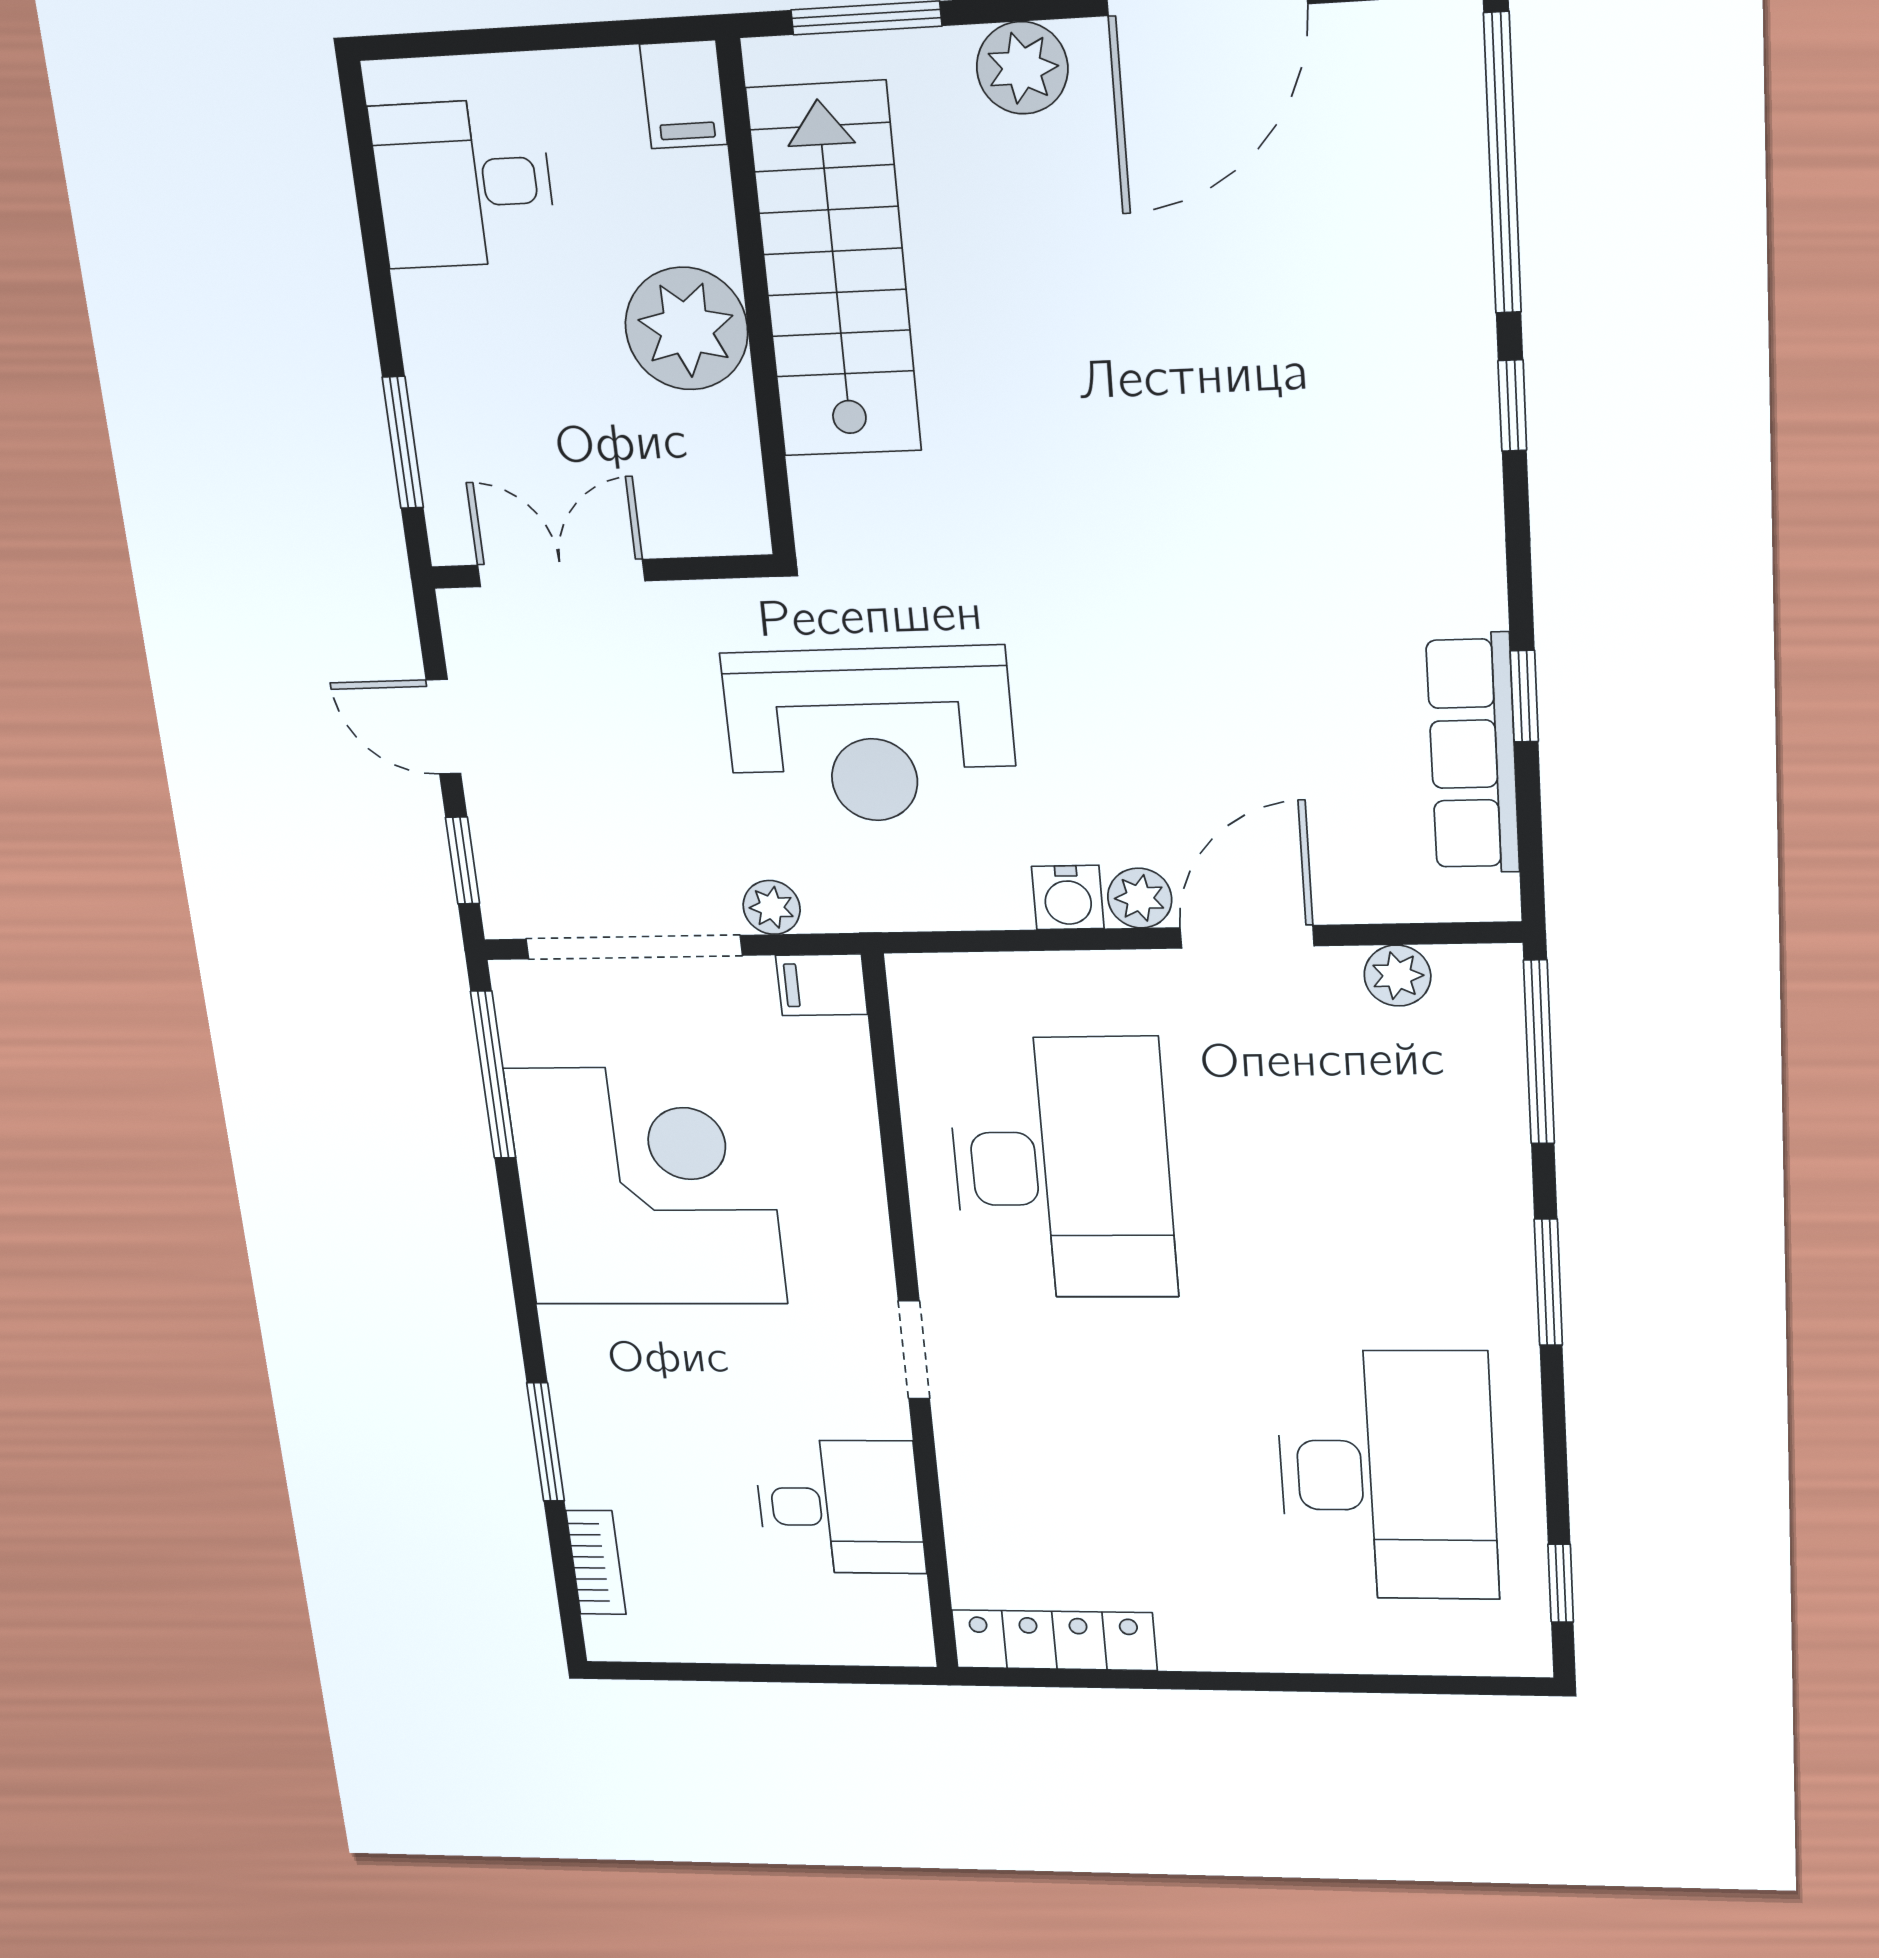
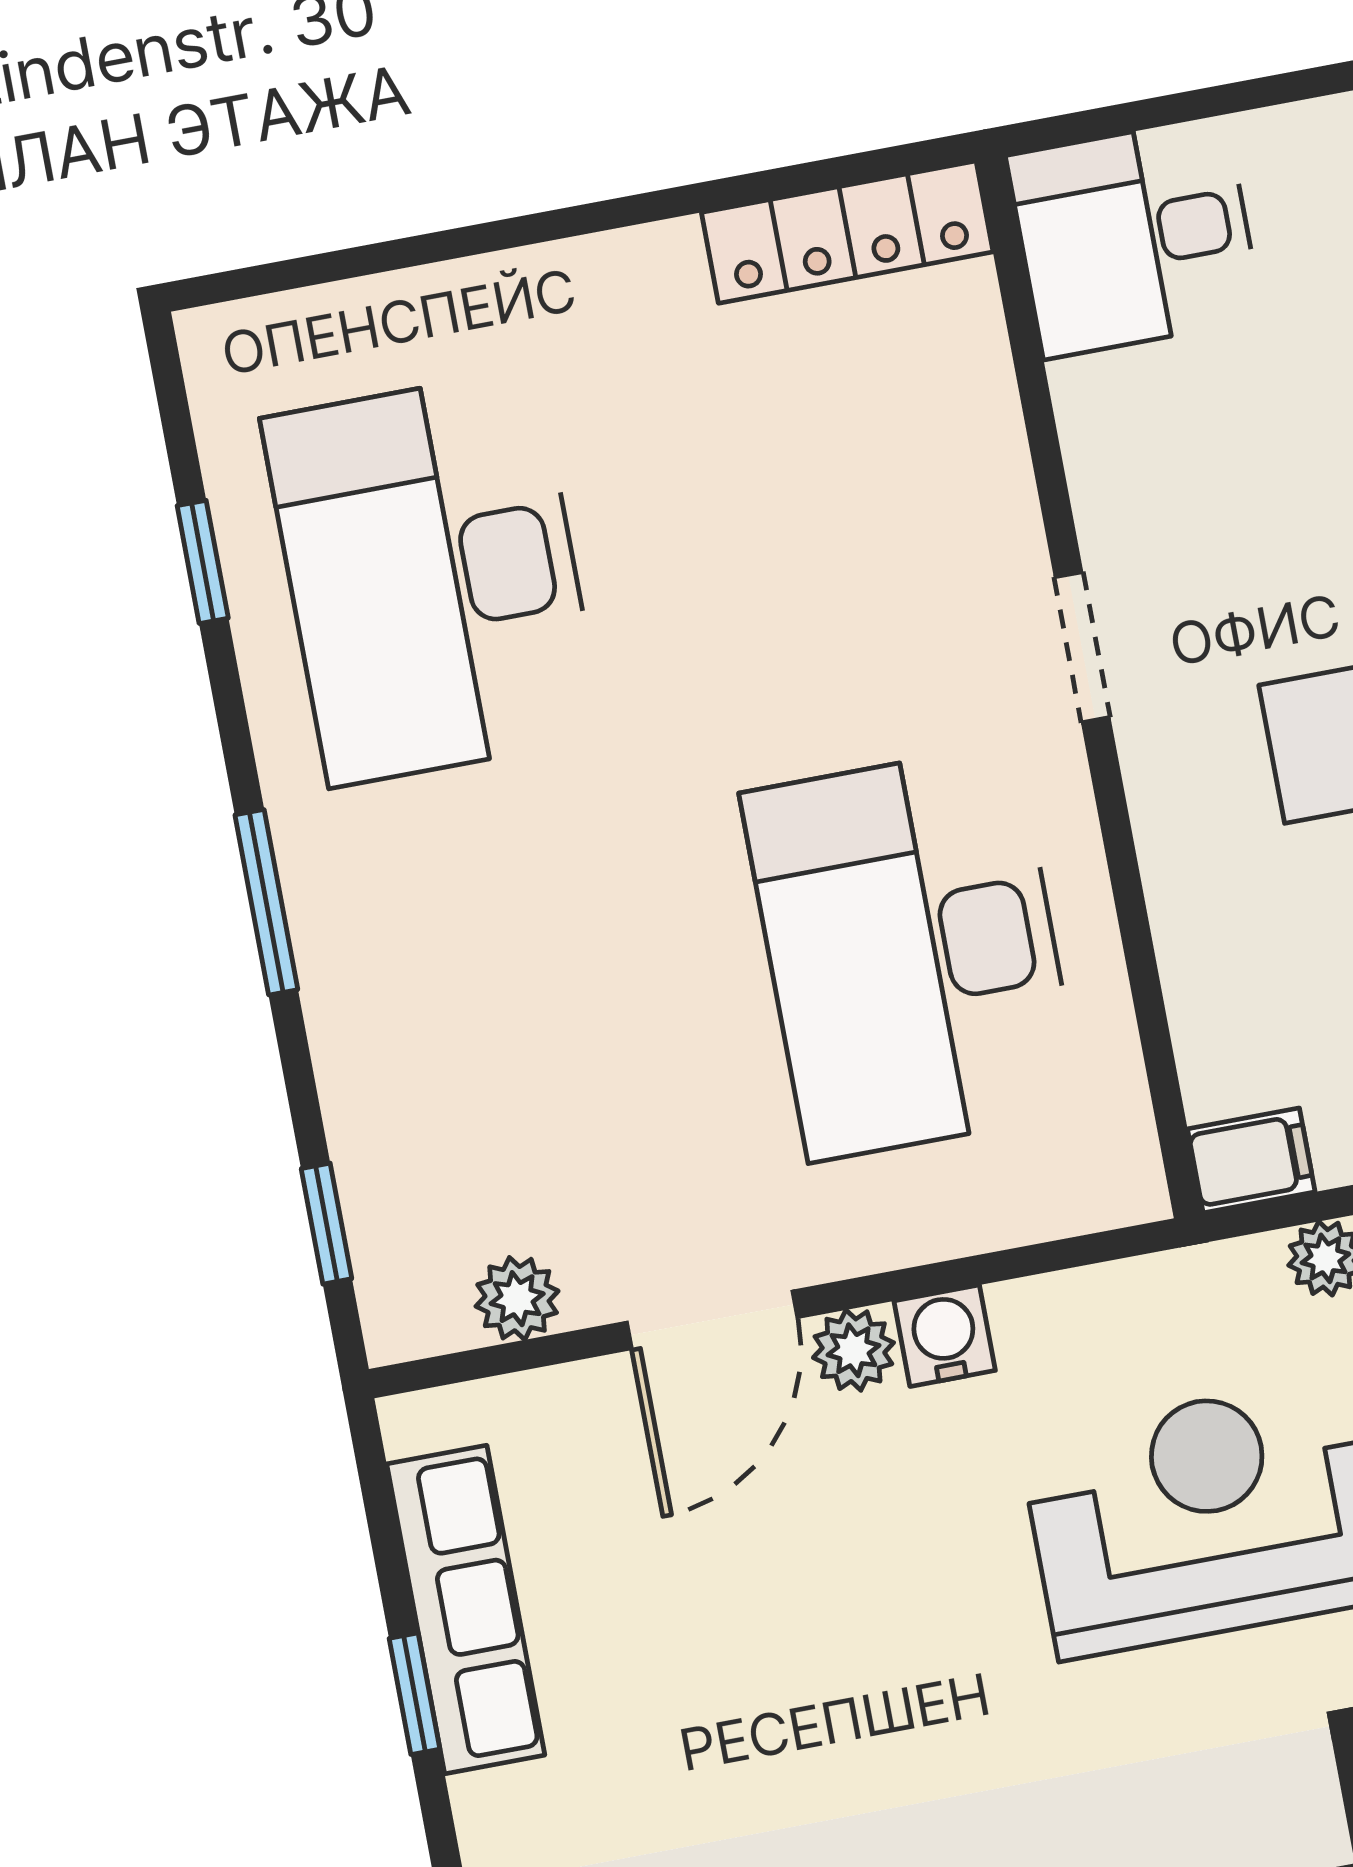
window: (1539, 1052) -> (327, 1224), width x0.46
desk: (840, 1507) -> (1135, 237), moved
window: (1561, 1583) -> (203, 562), moved

